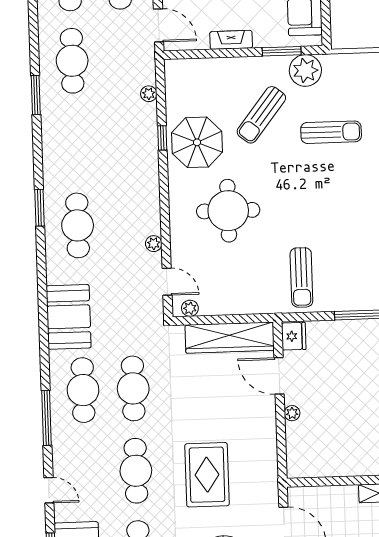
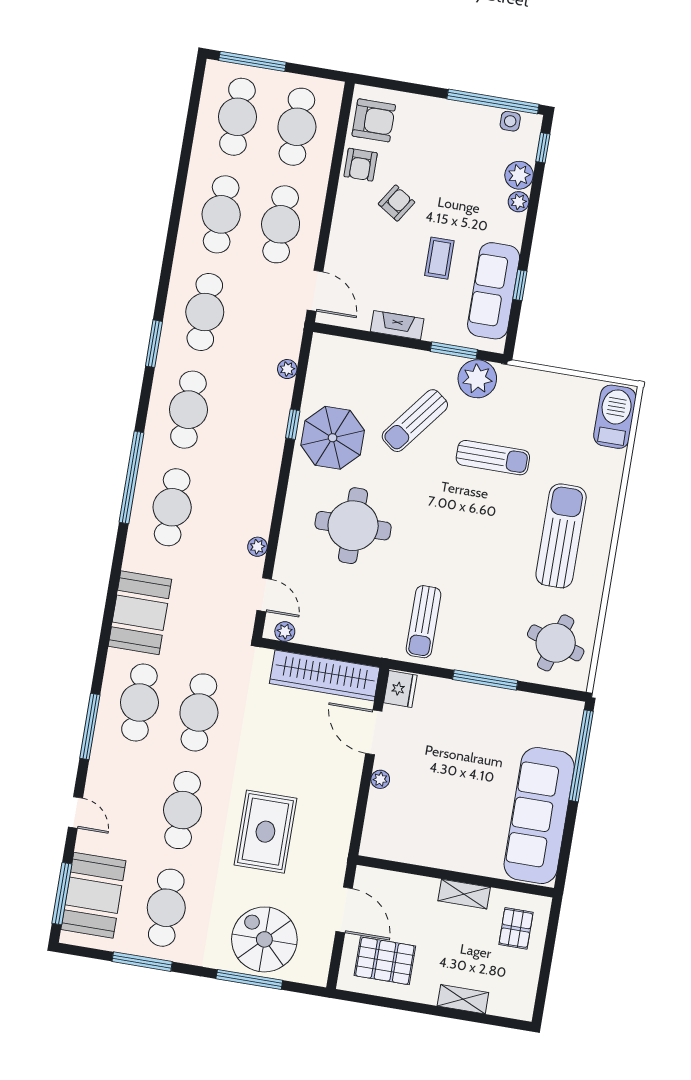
cafe table: (75, 143) -> (188, 410), added
window: (40, 208) -> (132, 477), width x2.11

